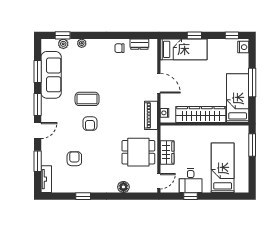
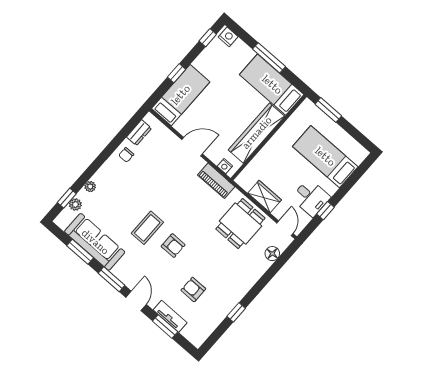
tv unit: (46, 179) -> (170, 316), moved
floor lamp: (123, 187) -> (272, 254), moved

